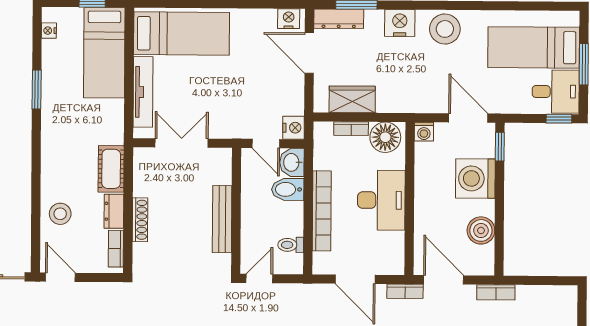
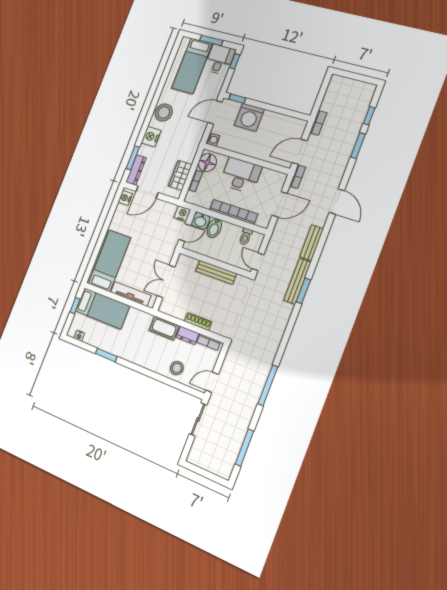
boiler: (481, 230) -> (280, 122), removed

